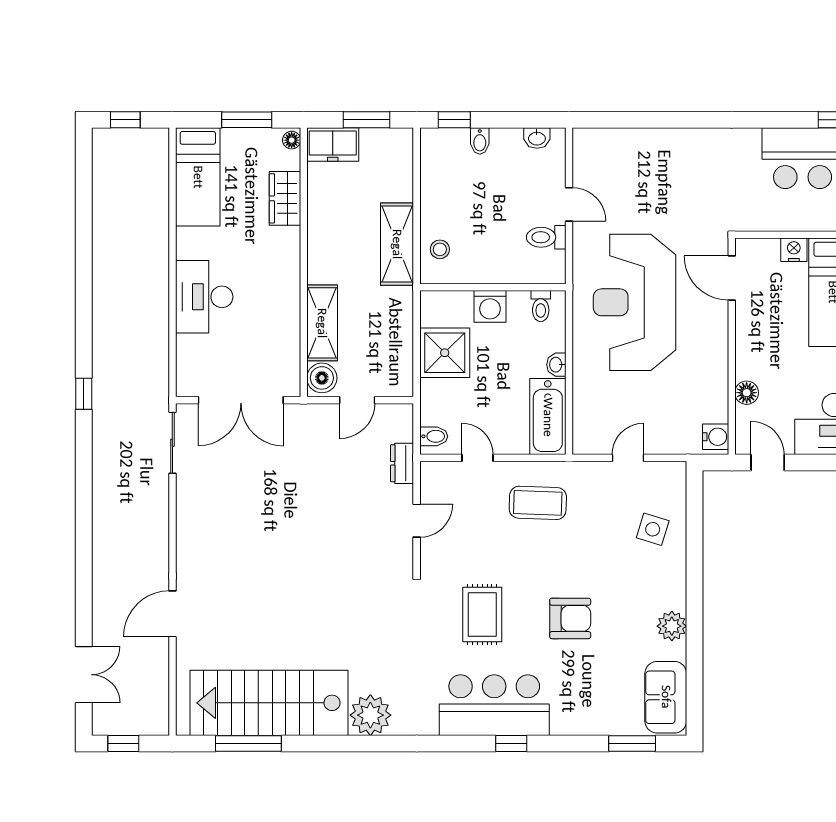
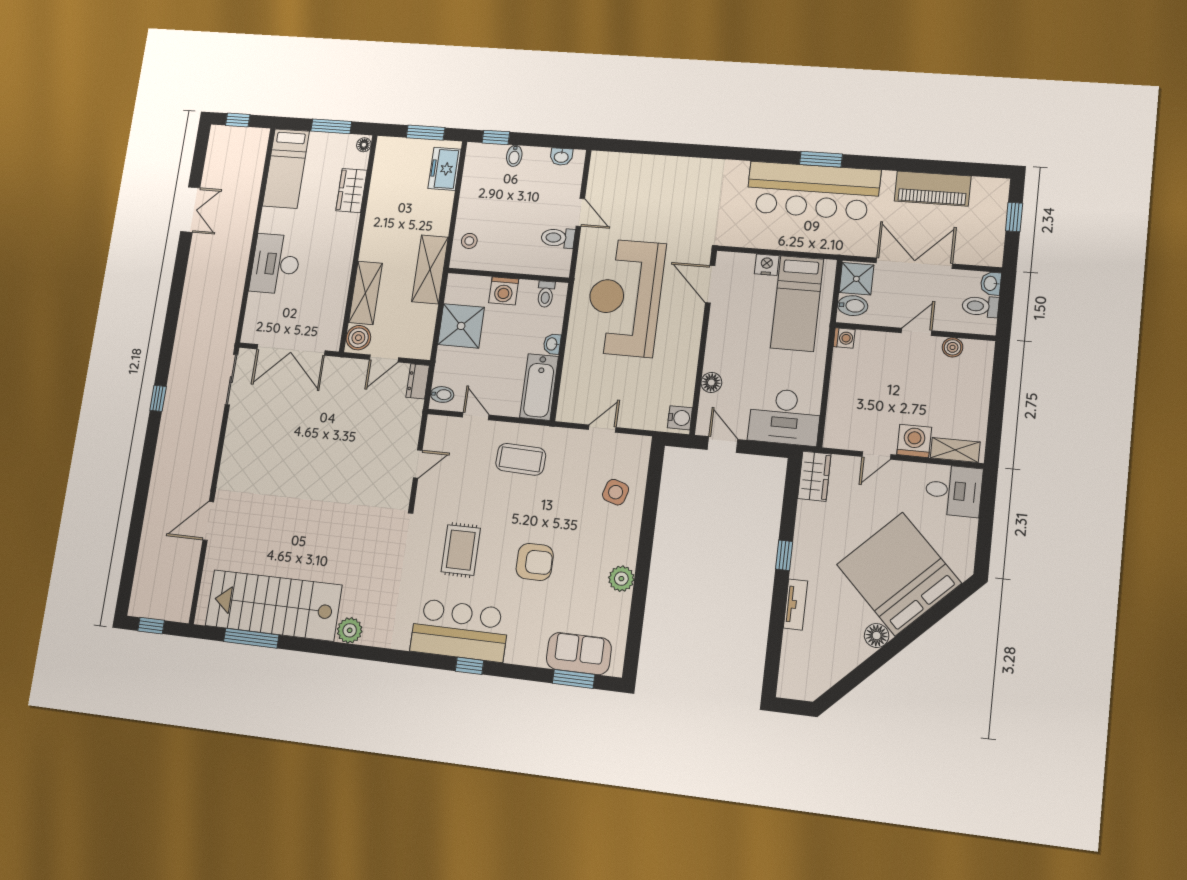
freezer: (333, 144) -> (445, 169), moved, turned 90
shelving: (397, 244) -> (430, 269), moved
window: (84, 394) -> (158, 398), moved
dresser: (402, 463) -> (418, 381), moved
double door: (84, 675) -> (190, 210), moved
sofa: (666, 697) -> (579, 654), moved, turned 90
plant: (370, 715) -> (350, 630), width x0.73, depth x0.73

